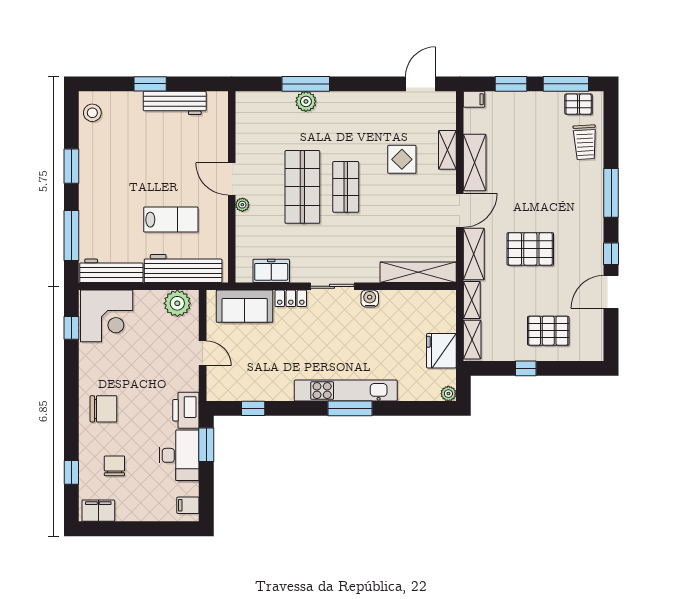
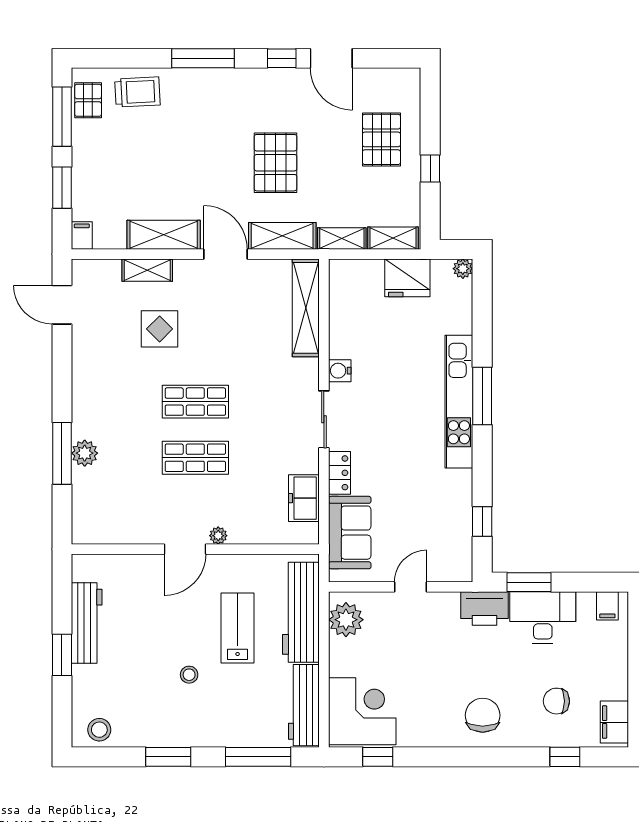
stool: (135, 182) -> (189, 675), added
shop shelf: (302, 187) -> (195, 458), width x0.70, depth x0.74

